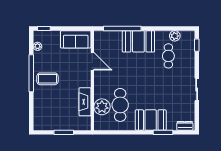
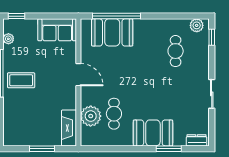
plant: (175, 36) -> (197, 25), moved
booth: (138, 41) -> (112, 32), moved
door: (92, 61) -> (78, 75), moved
fireplace: (85, 102) -> (69, 128), moved
cafe table: (120, 105) -> (114, 114), width x0.73, depth x0.74

